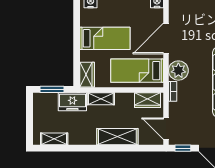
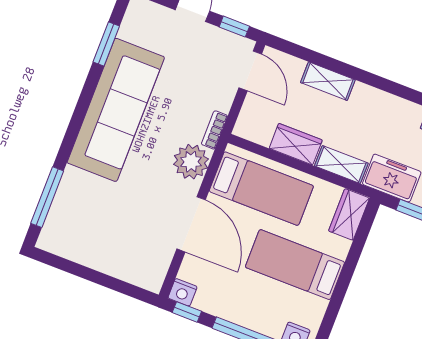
door: (166, 38) -> (191, 224), hinge flipped
wardrobe: (148, 100) -> (296, 144), moved
shelving: (117, 137) -> (328, 81), width x0.67, depth x0.75

